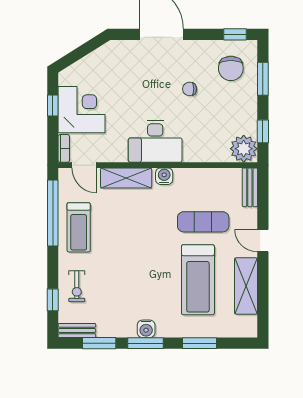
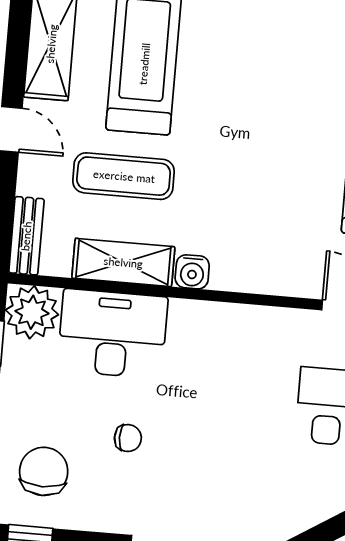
desk: (155, 141) -> (113, 334), moved
shelving: (126, 178) -> (123, 262), moved

